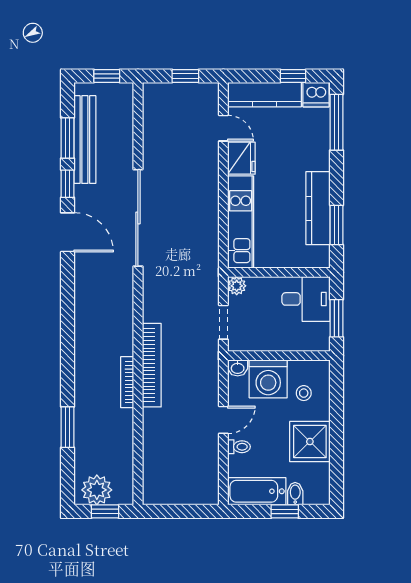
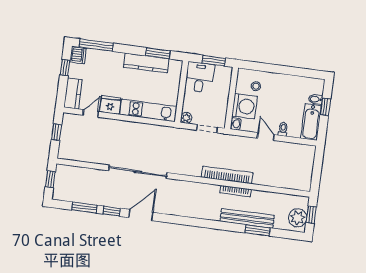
kitchen counter: (264, 95) -> (73, 93), width x0.67
bench: (85, 140) -> (247, 218), moved
shower: (310, 442) -> (285, 86), removed

